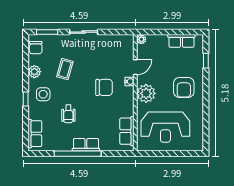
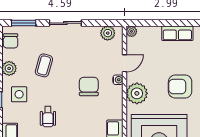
plant: (121, 41) -> (108, 33), added
chair: (104, 87) -> (89, 86), turned -90
armchair: (184, 87) -> (180, 87), turned 90

